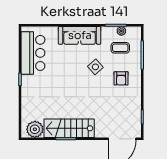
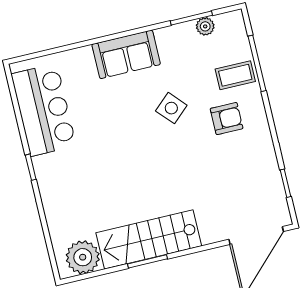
sofa: (80, 35) -> (126, 54), width x0.73
coffee table: (120, 48) -> (235, 75), moved
armchair: (121, 78) -> (227, 119), turned -90

